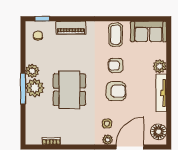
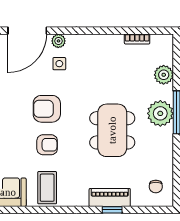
window: (42, 19) -> (112, 210), moved
plant: (32, 71) -> (164, 75), moved
dining table: (69, 90) -> (112, 130), moved

